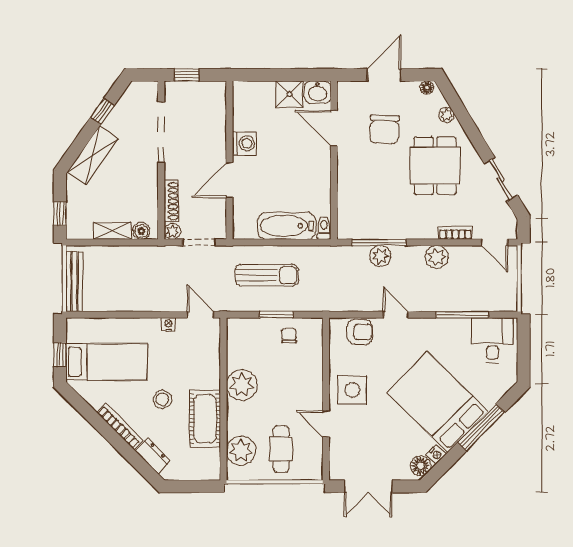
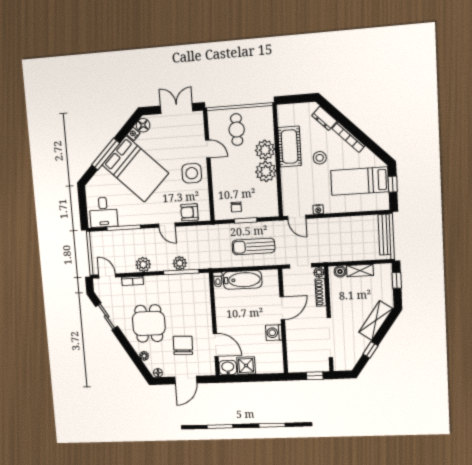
plant: (241, 450) -> (265, 150), moved

